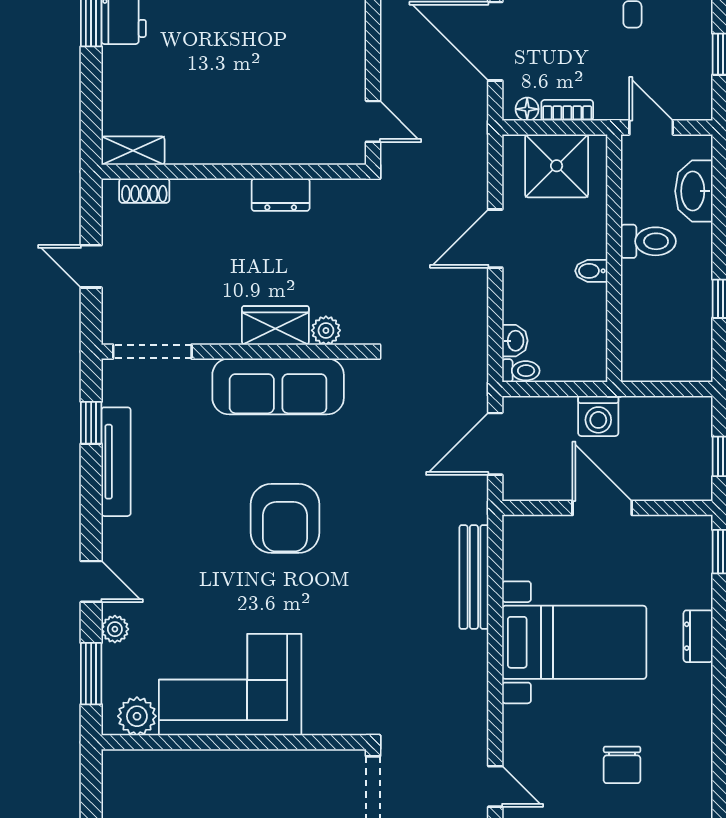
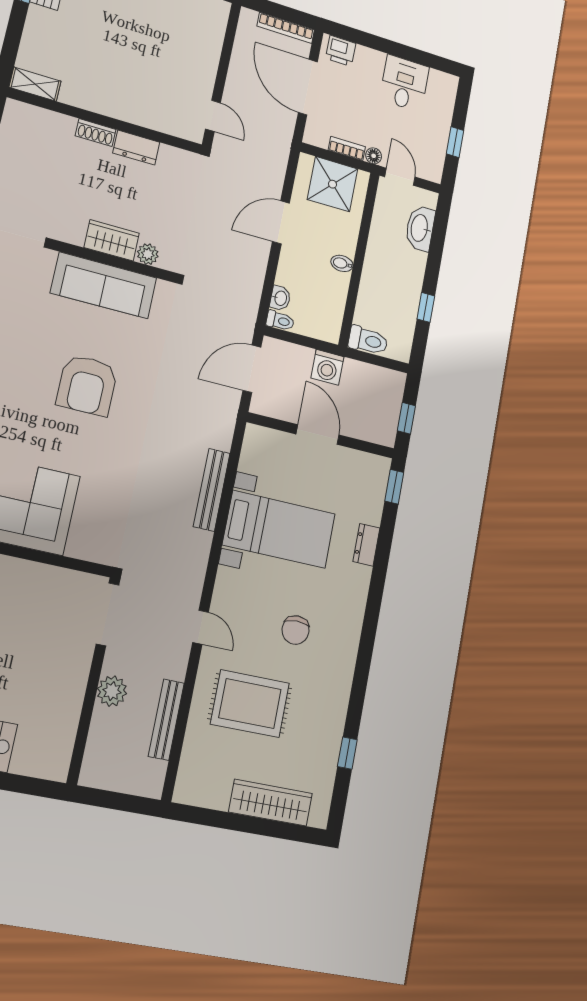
floor lamp: (527, 109) -> (374, 156), moved
shoe rack: (144, 191) -> (96, 133), moved
toilet: (648, 241) -> (368, 341), moved
bench: (474, 577) -> (212, 490), moved

